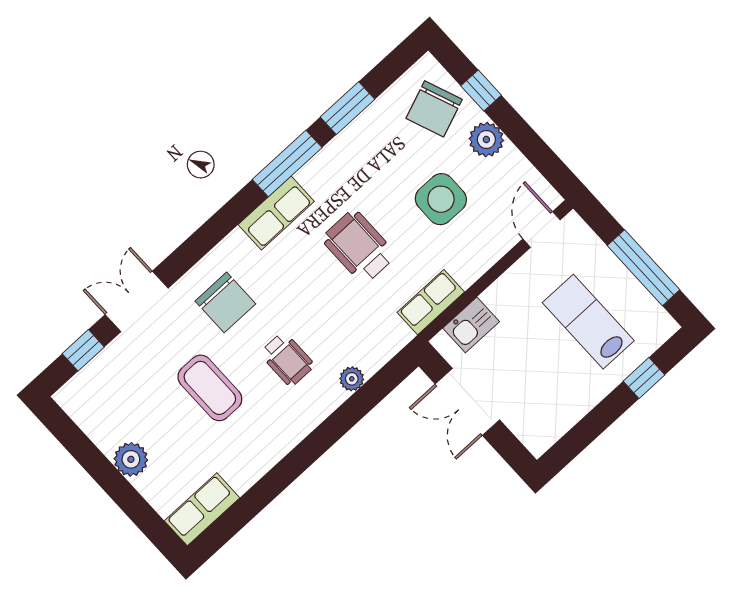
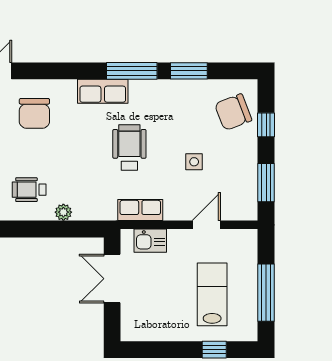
plant: (486, 139) -> (246, 153), removed
window: (537, 151) -> (266, 183), added
side table: (441, 199) -> (194, 162), width x0.54, depth x0.54
door: (541, 229) -> (206, 225), moved
wheelchair: (287, 359) -> (29, 190), moved, turned 90

